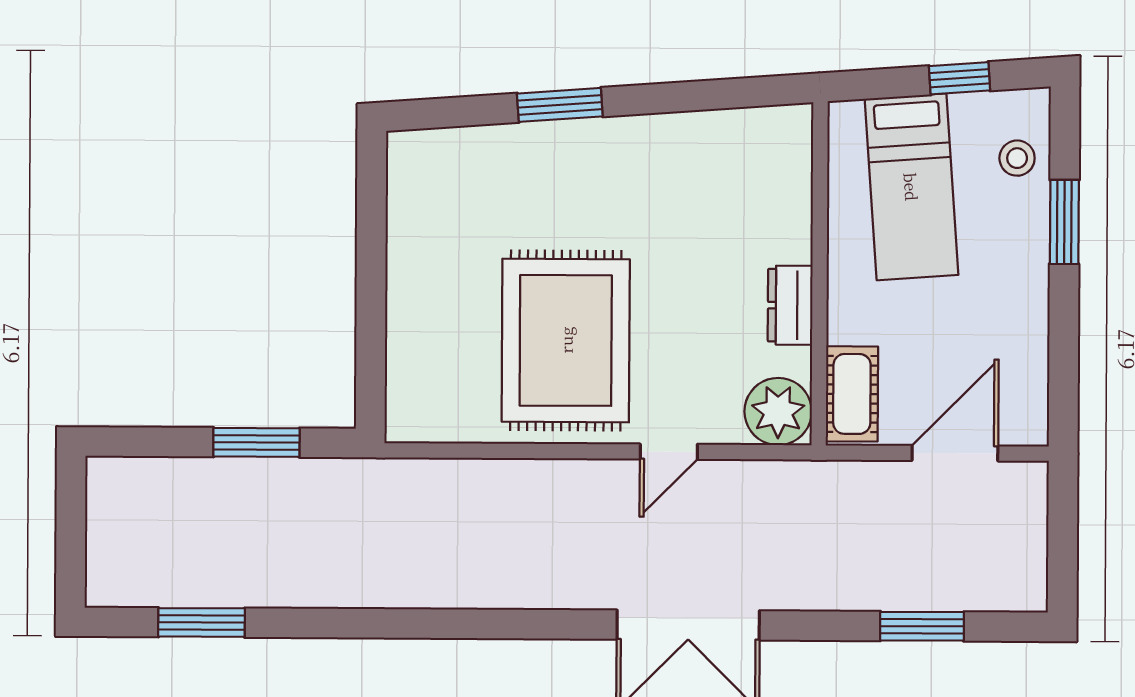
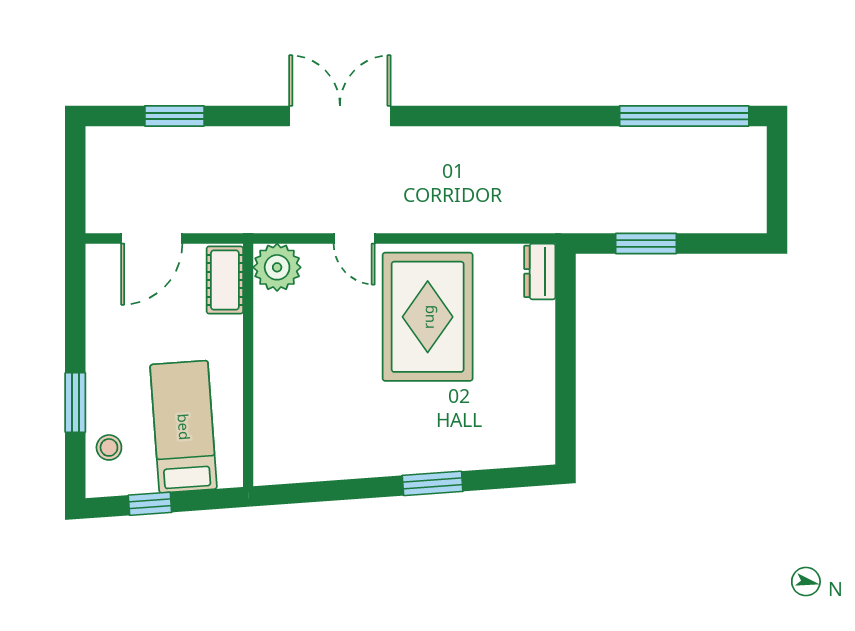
dresser: (790, 305) -> (540, 271), moved, turned 180
door: (669, 452) -> (354, 238), swing flipped
window: (202, 622) -> (684, 116), width x2.11

